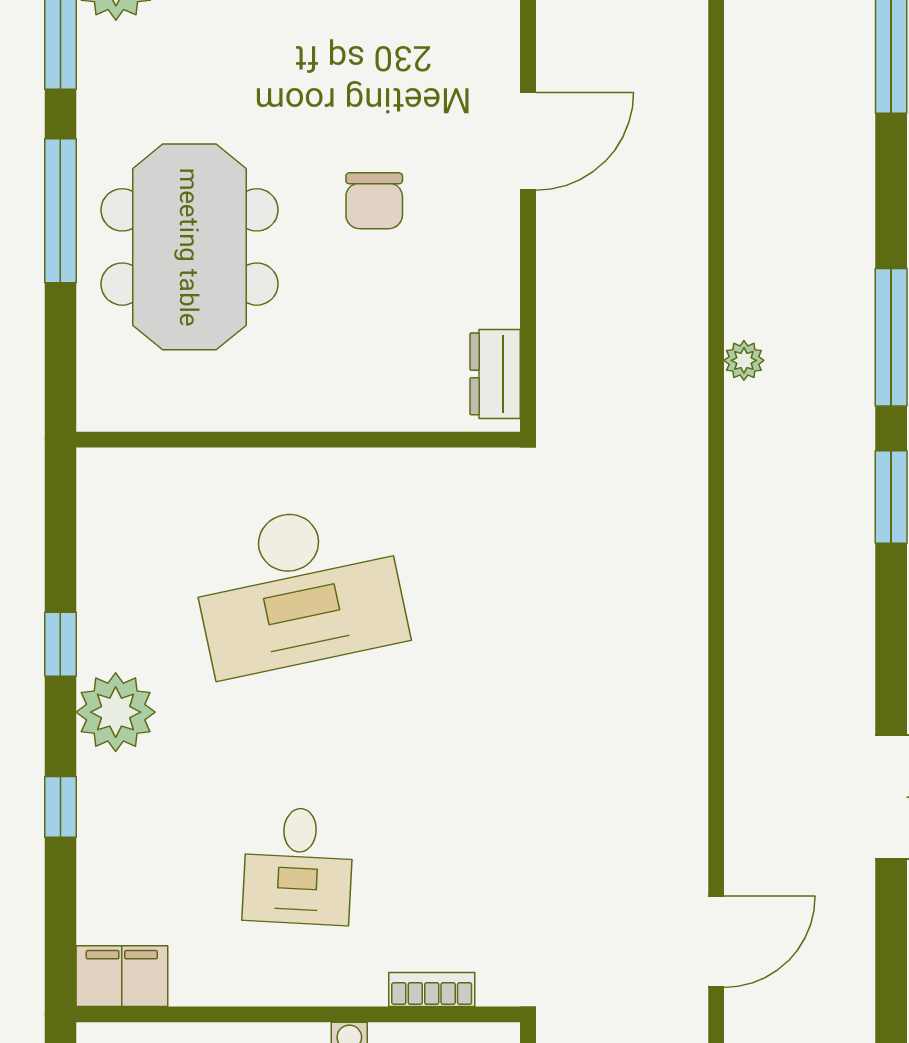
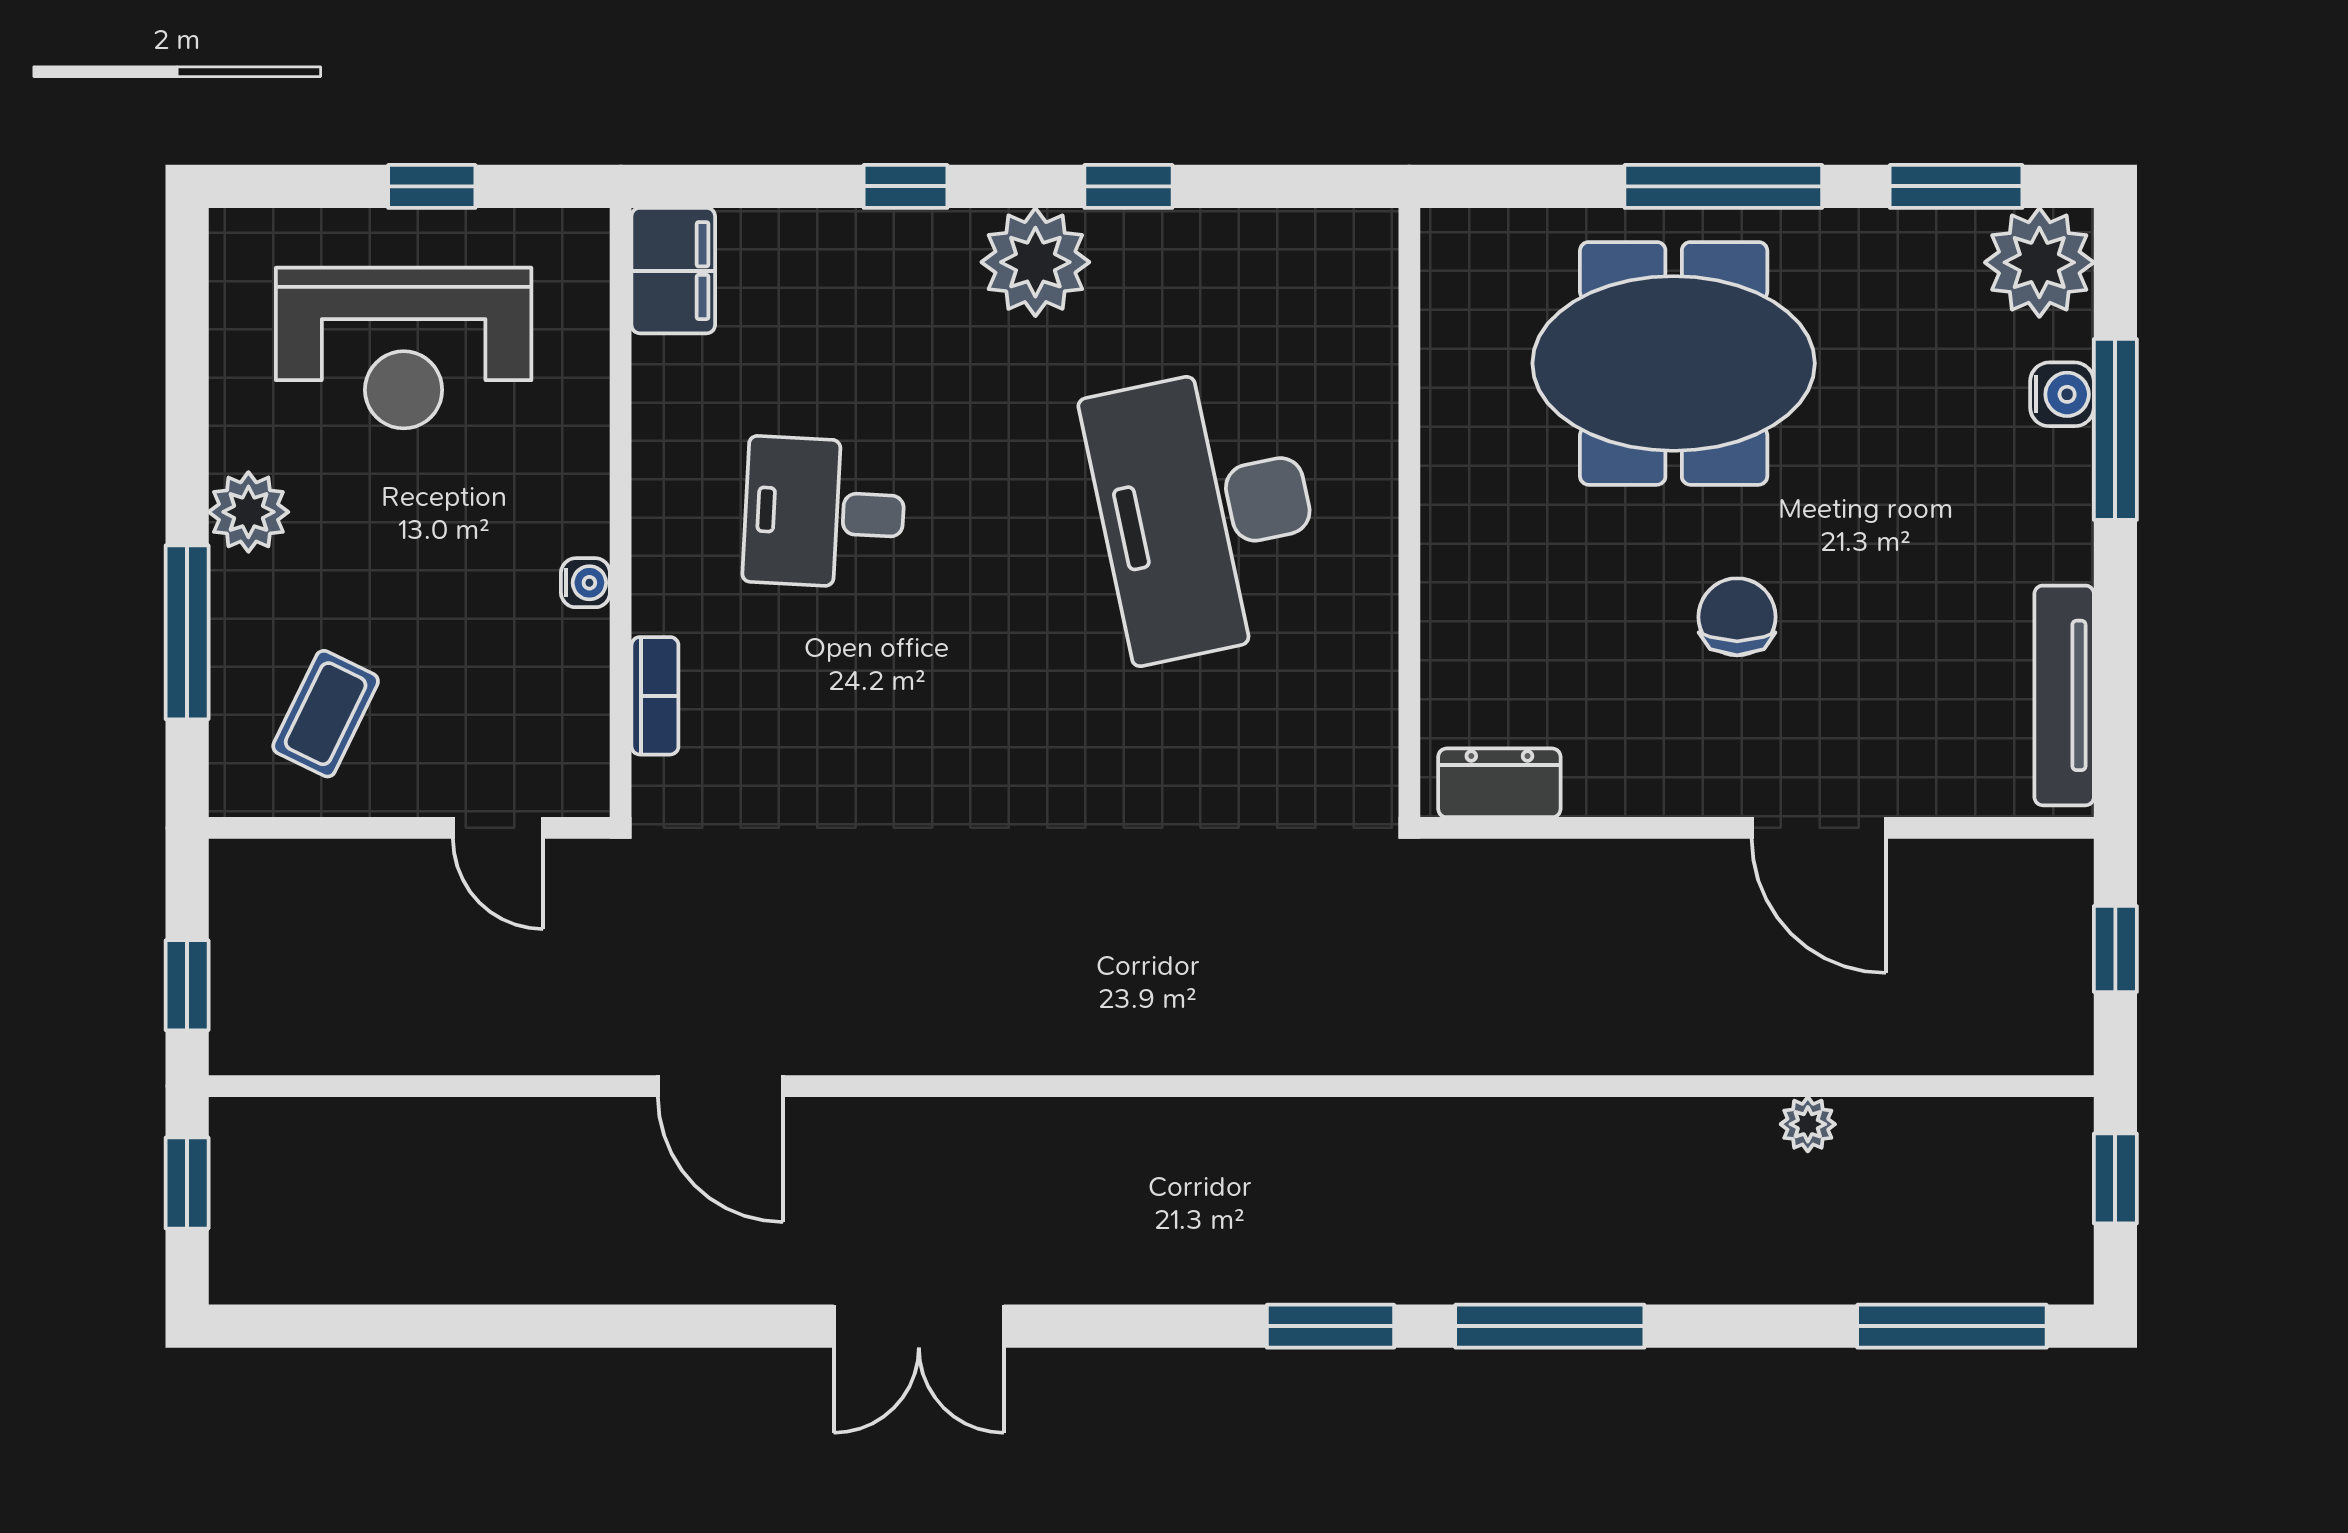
chair: (374, 201) -> (1737, 617), turned 90
plant: (744, 360) -> (1808, 1124), moved

